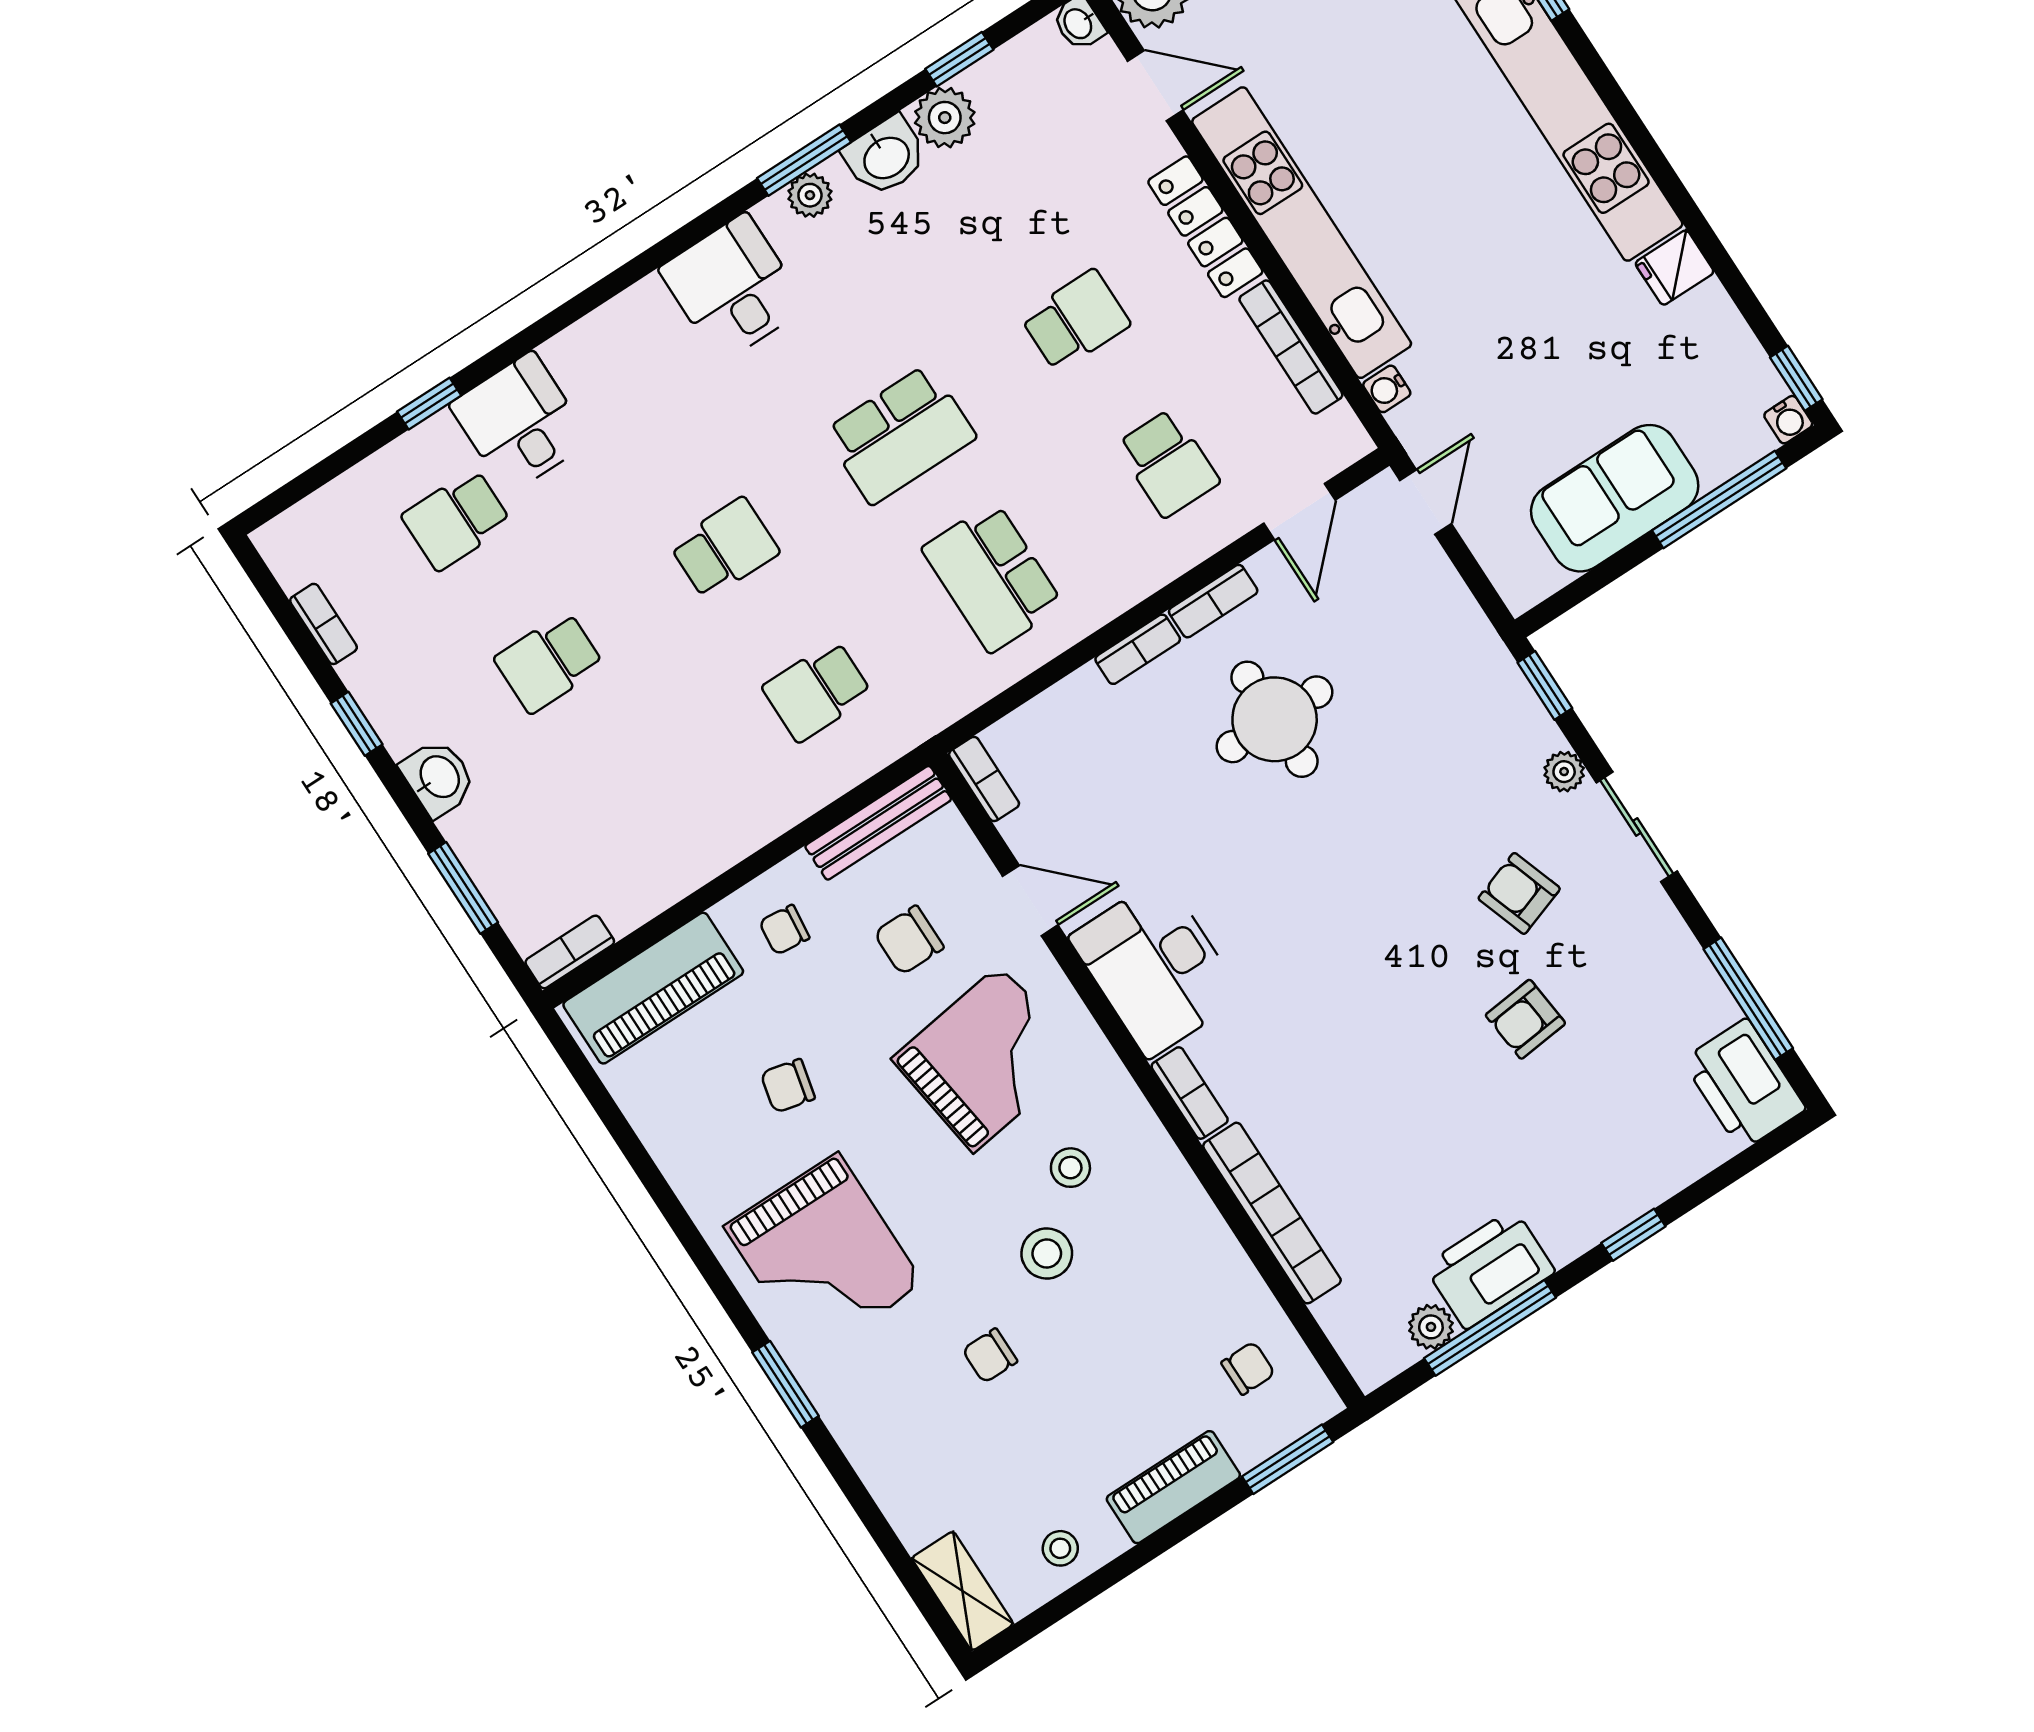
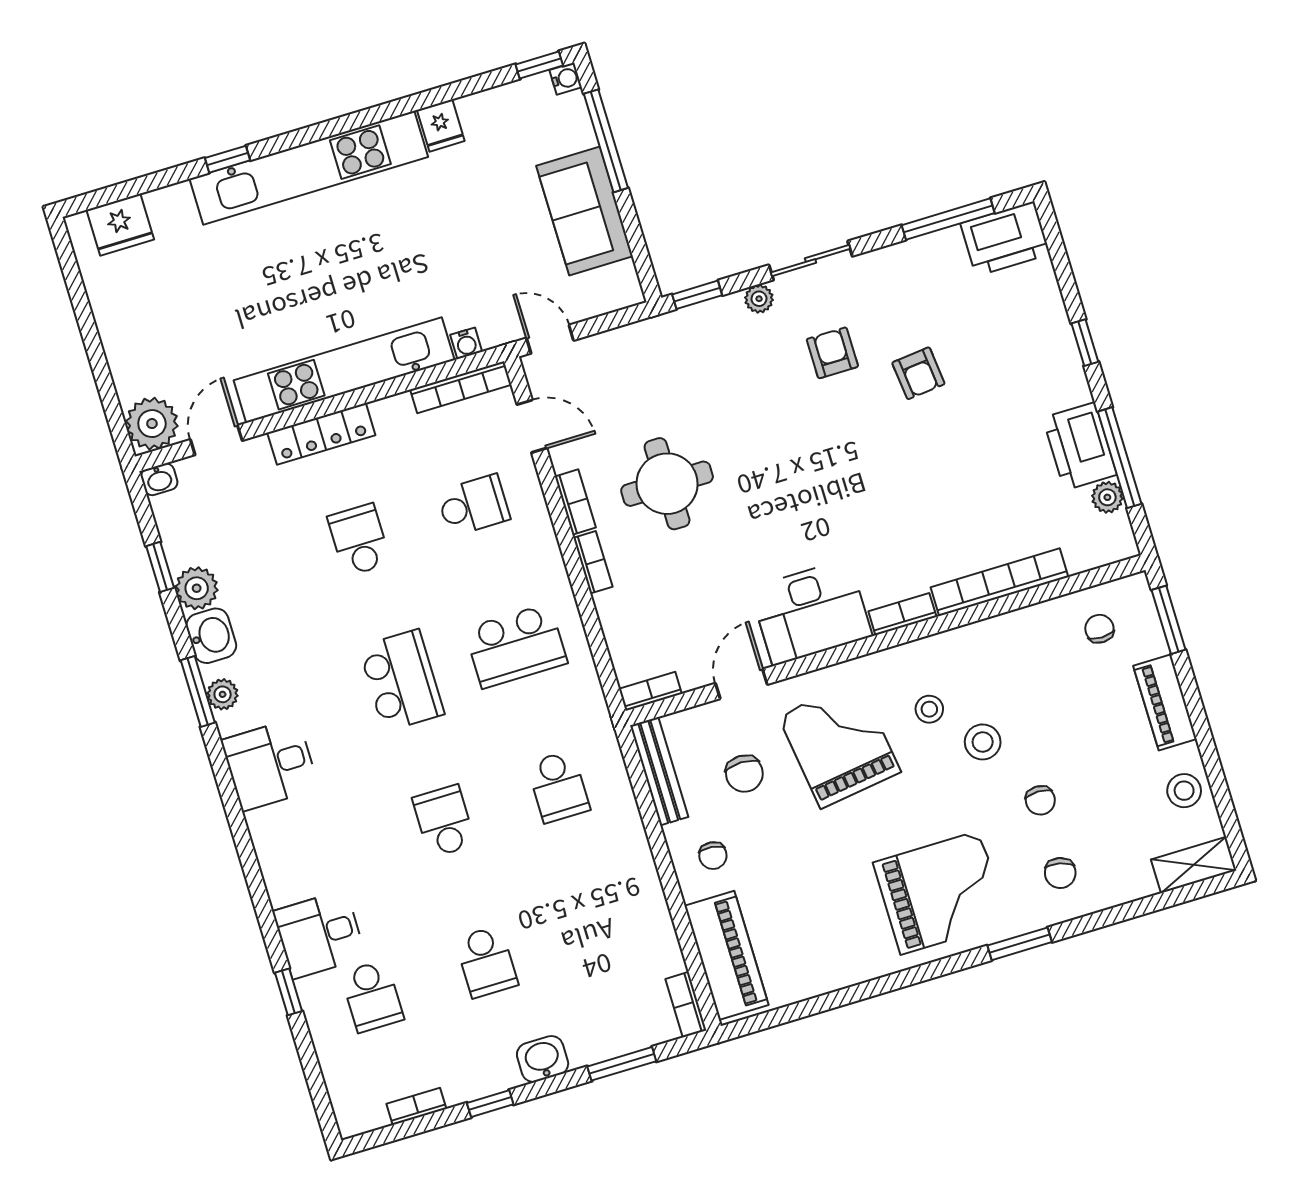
bookcase: (1291, 347) -> (461, 387), moved
armchair: (1519, 893) -> (832, 353), turned 109
chair: (788, 1086) -> (1060, 873), moved
stool: (1060, 1548) -> (1184, 791), width x1.37, depth x1.37

